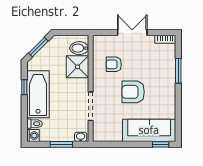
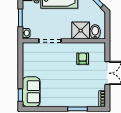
armchair: (133, 92) -> (61, 74), removed
sofa: (149, 130) -> (31, 92), width x0.73

